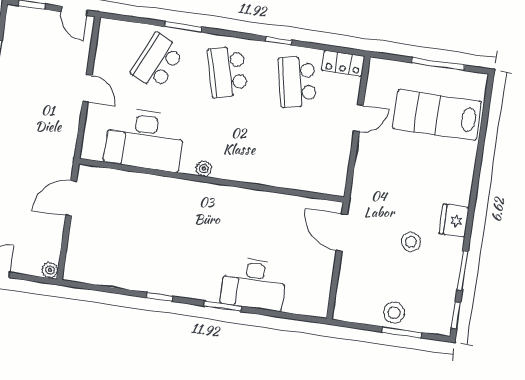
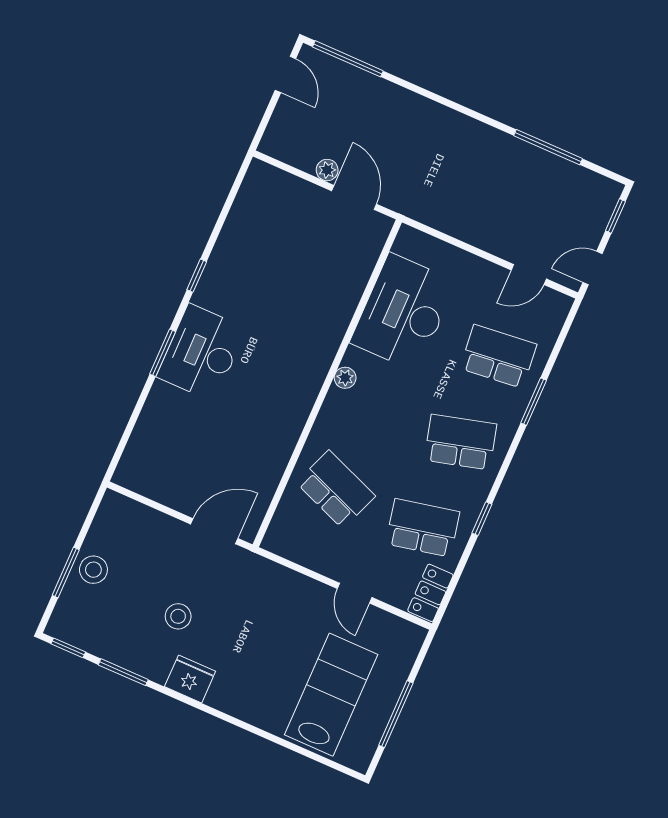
school desk: (158, 62) -> (498, 356), turned -30
door: (87, 88) -> (529, 274), moved
school desk: (287, 153) -> (336, 489), added
plant: (50, 270) -> (327, 170), moved
desk: (254, 284) -> (201, 353), moved

